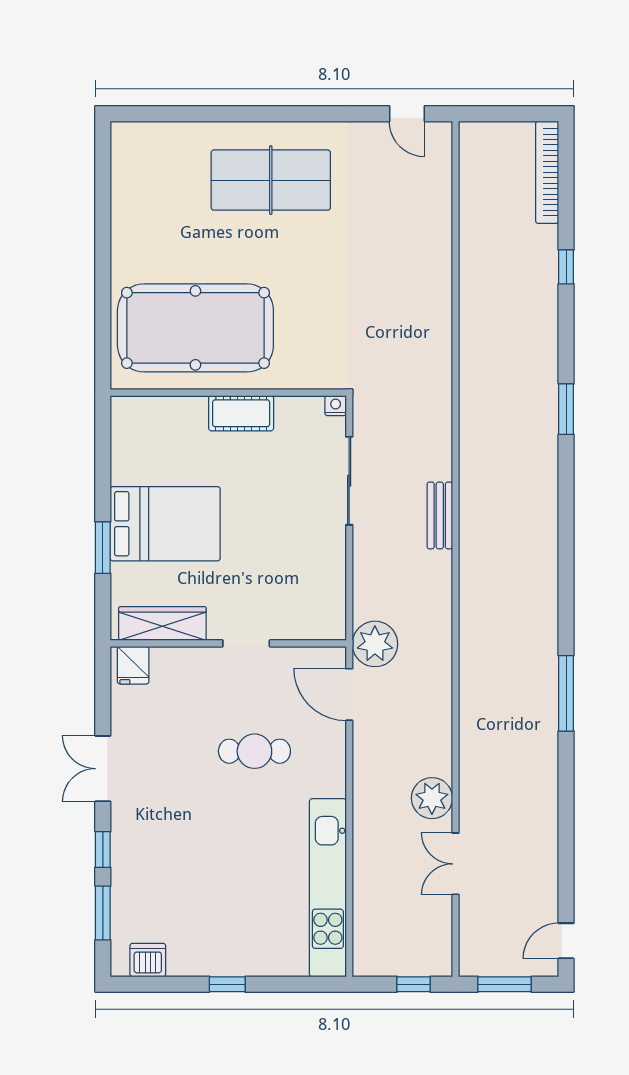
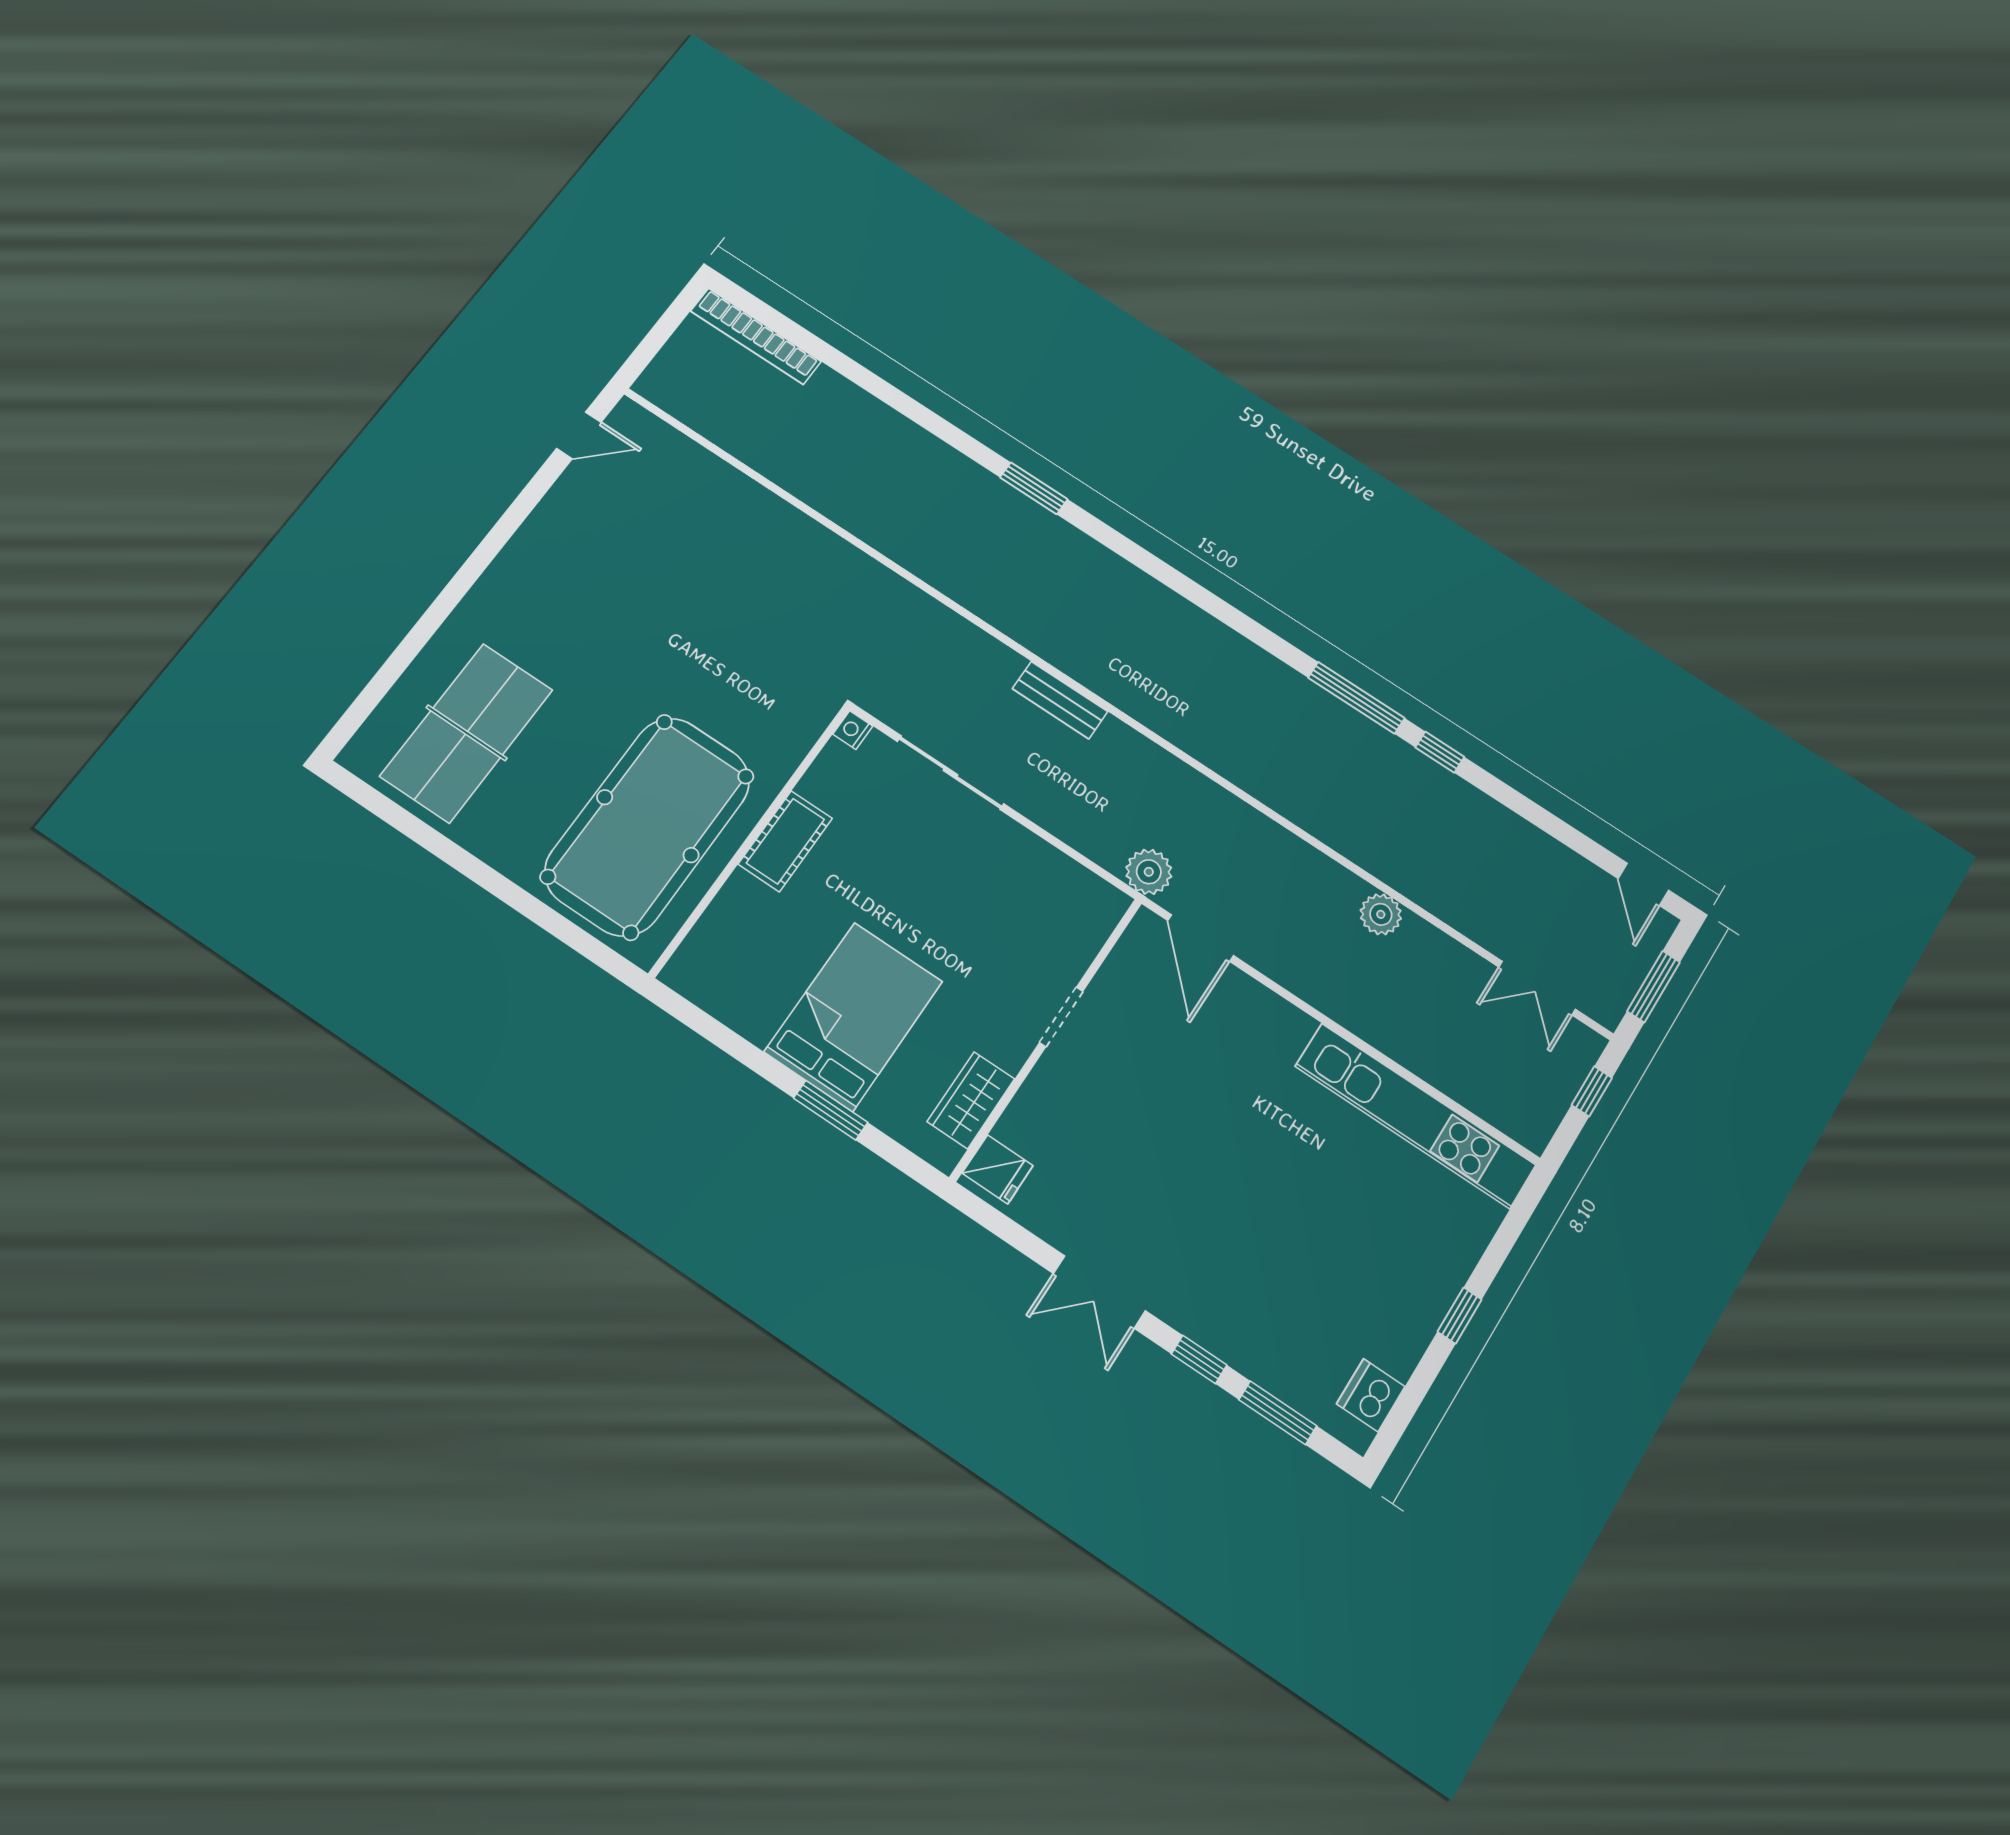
table tennis table: (271, 180) -> (467, 733), moved
window: (566, 267) -> (1440, 752), moved
wardrobe: (162, 624) -> (971, 1100), width x0.67
plant: (375, 644) -> (1149, 872), width x0.73, depth x0.73
door: (349, 694) -> (1201, 938), hinge flipped
cafe table: (254, 751) -> (1197, 1093), removed
plant: (432, 798) -> (1381, 914), width x0.73, depth x0.73
double door: (455, 864) -> (1537, 988), moved

